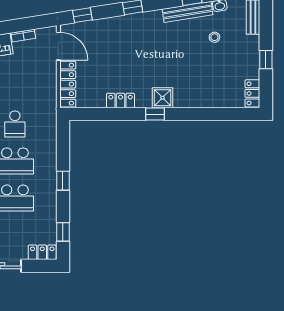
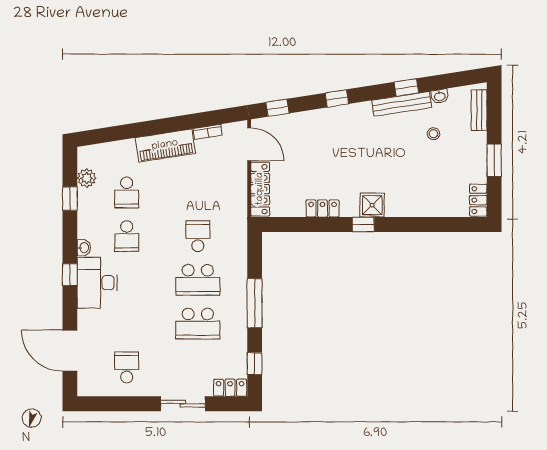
window: (266, 60) -> (494, 160), width x1.50
school desk: (15, 124) -> (198, 236), turned 180
window: (63, 181) -> (255, 303), width x2.17

